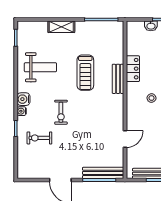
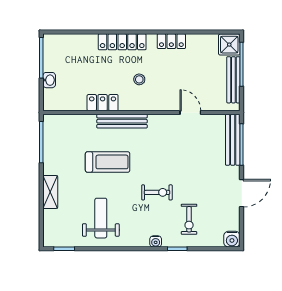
bench: (118, 79) -> (122, 121), width x1.36
water cooler: (23, 99) -> (232, 239), moved

